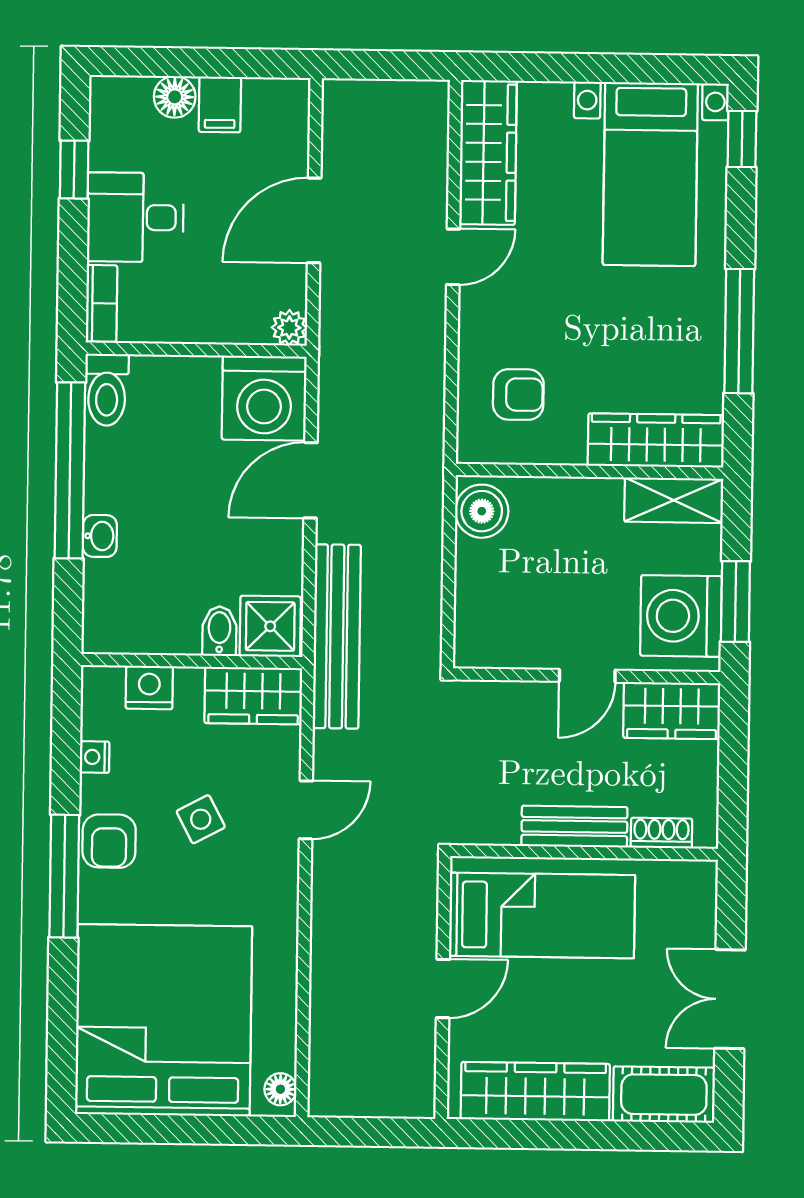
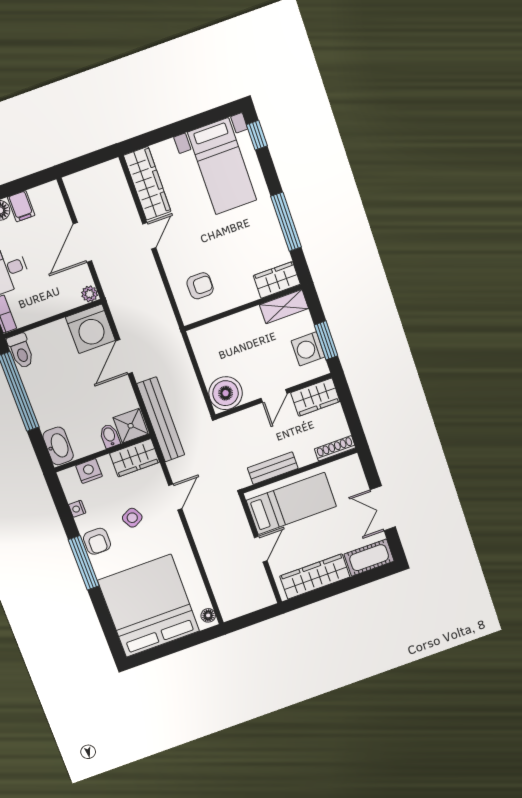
wardrobe: (656, 440) -> (277, 280), width x0.67
boiler: (482, 511) -> (226, 393), moved, width x1.37, depth x1.37
washbasin: (100, 536) -> (58, 446), moved, width x1.91, depth x1.45
washing machine: (681, 616) -> (308, 349), width x0.73, depth x0.73
bench: (574, 826) -> (273, 468), moved
shoe rack: (661, 833) -> (335, 448), width x1.43

